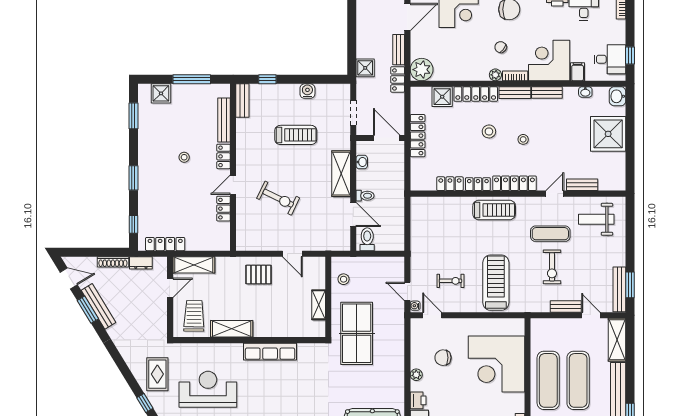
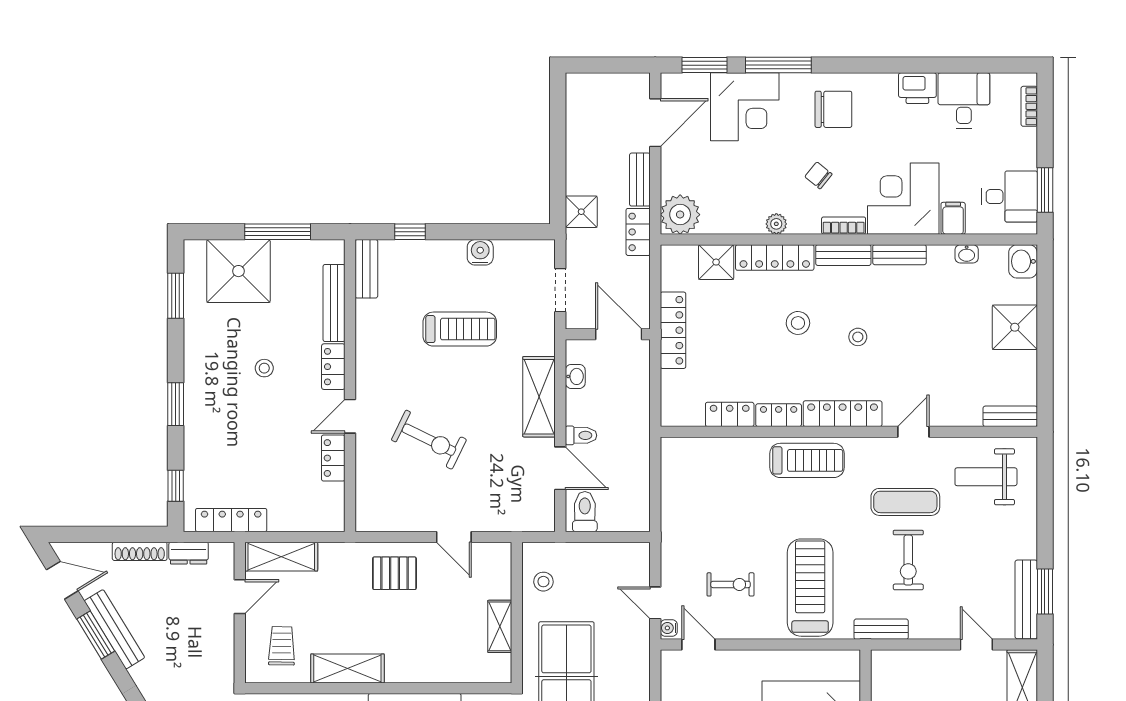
window: (630, 56) -> (1045, 190), width x1.50
plant: (495, 75) -> (776, 224), moved
shower: (161, 93) -> (238, 271), width x1.86, depth x1.86
shower: (608, 134) -> (1015, 327), width x0.73, depth x0.73
bench: (582, 185) -> (1010, 416), moved
bench: (566, 306) -> (881, 629), moved
trolley: (194, 316) -> (282, 646), width x0.73, depth x0.72

